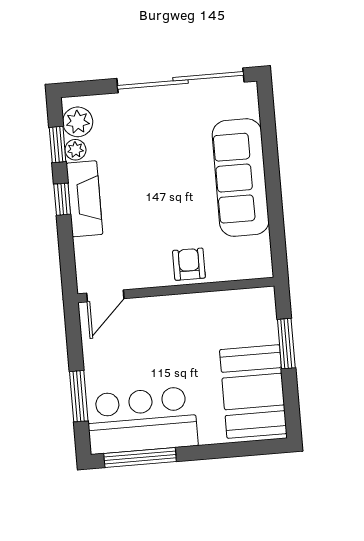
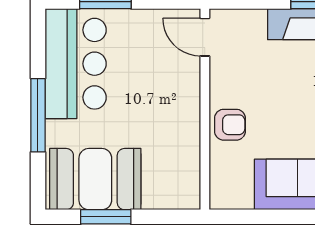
window: (286, 344) -> (106, 217), moved
window: (140, 458) -> (38, 115), moved

